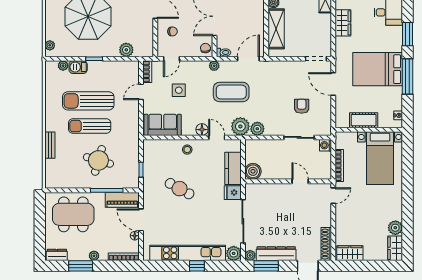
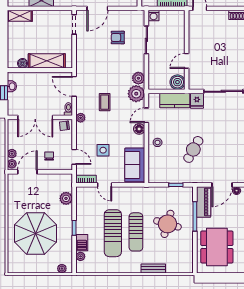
coffee table: (231, 92) -> (105, 102), width x0.54, depth x0.58
door: (300, 181) -> (187, 61), moved

